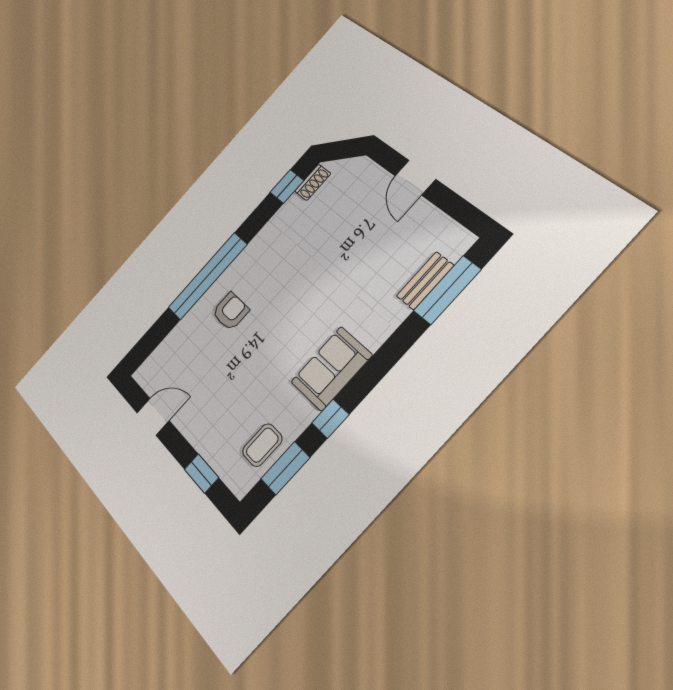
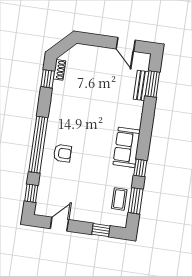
door: (415, 178) -> (126, 44), moved
window: (447, 290) -> (152, 84), width x0.69
armchair: (231, 311) -> (62, 153), turned 90
window: (150, 341) -> (31, 193), added

